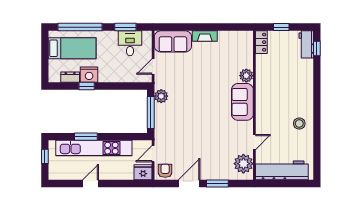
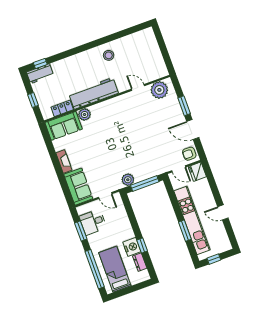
locker: (261, 42) -> (62, 108), moved
sofa: (242, 102) -> (64, 126), moved
workbench: (282, 170) -> (94, 93), moved, turned 90

